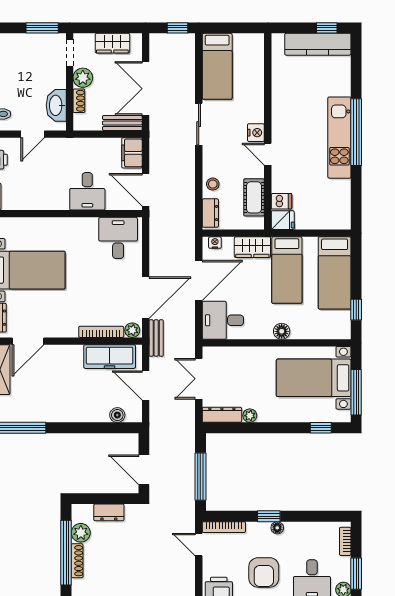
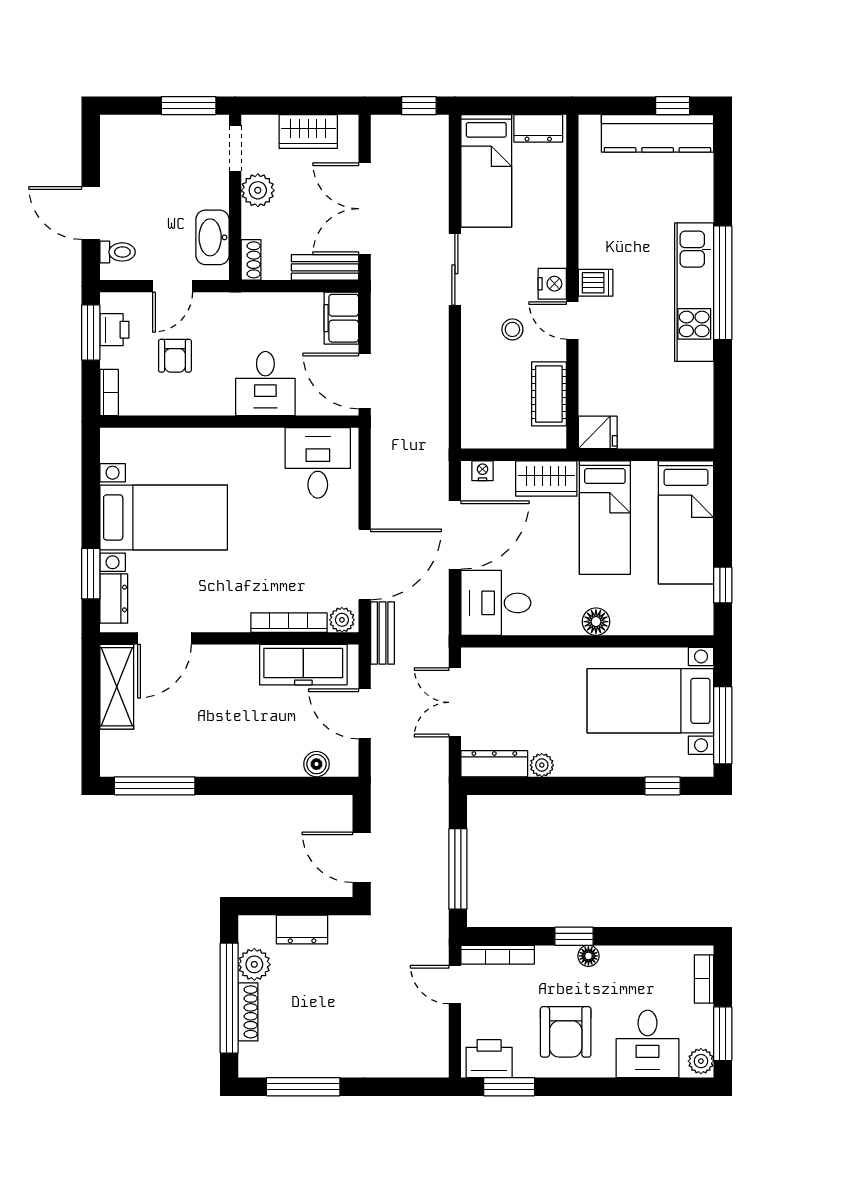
shoe rack: (79, 101) -> (251, 260), moved
armchair: (34, 175) -> (175, 356), added
stool: (213, 184) -> (512, 329), moved
dishwasher: (281, 201) -> (596, 283), moved
dresser: (210, 213) -> (538, 128), moved, turned 90

